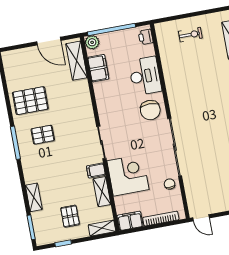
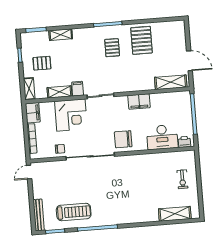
door: (49, 41) -> (189, 61), swing flipped
plant: (92, 42) -> (185, 97), removed
filing cabinet: (98, 68) -> (139, 102), moved
desk: (145, 76) -> (162, 137), moved

